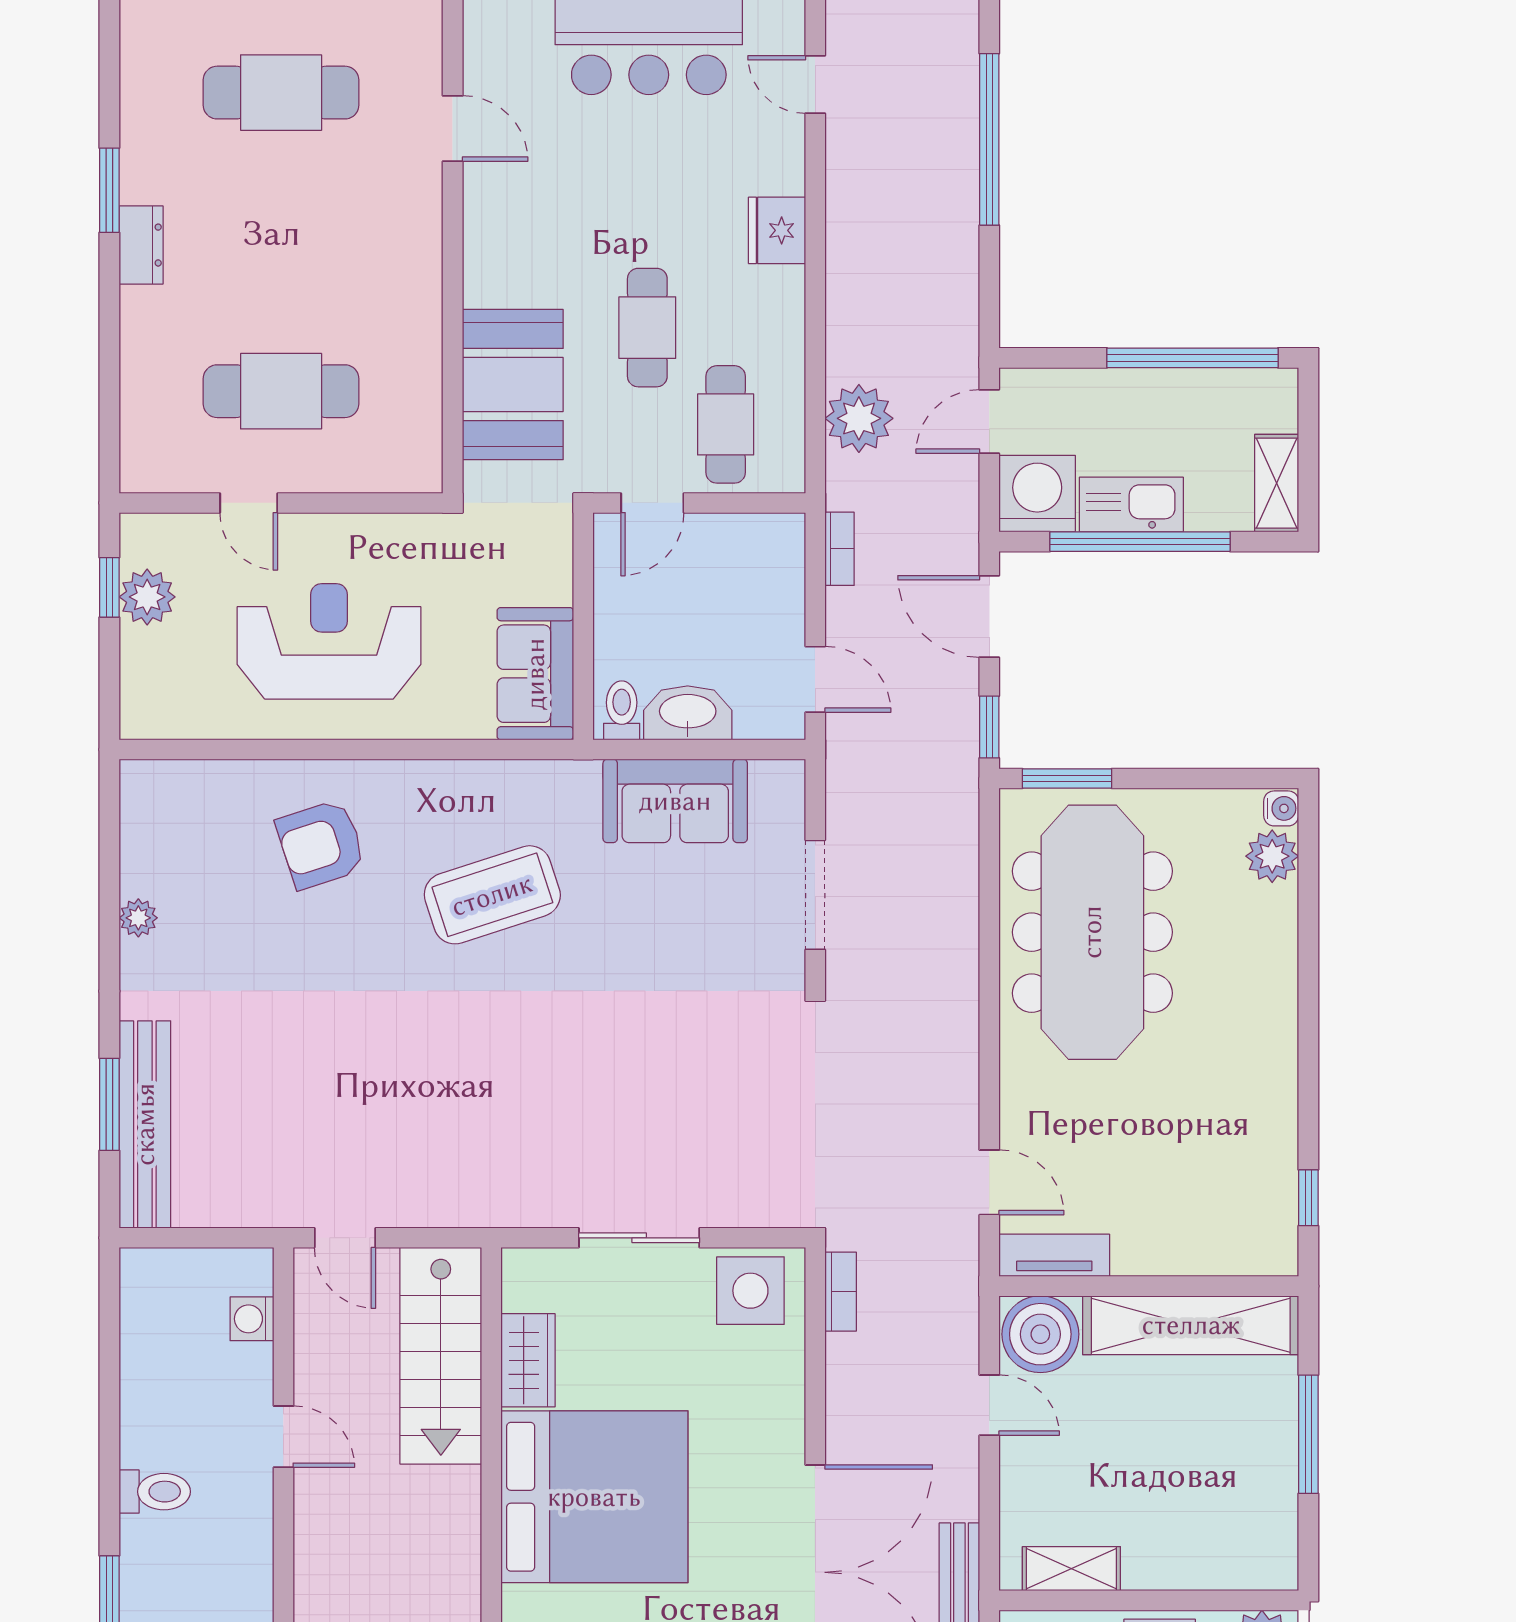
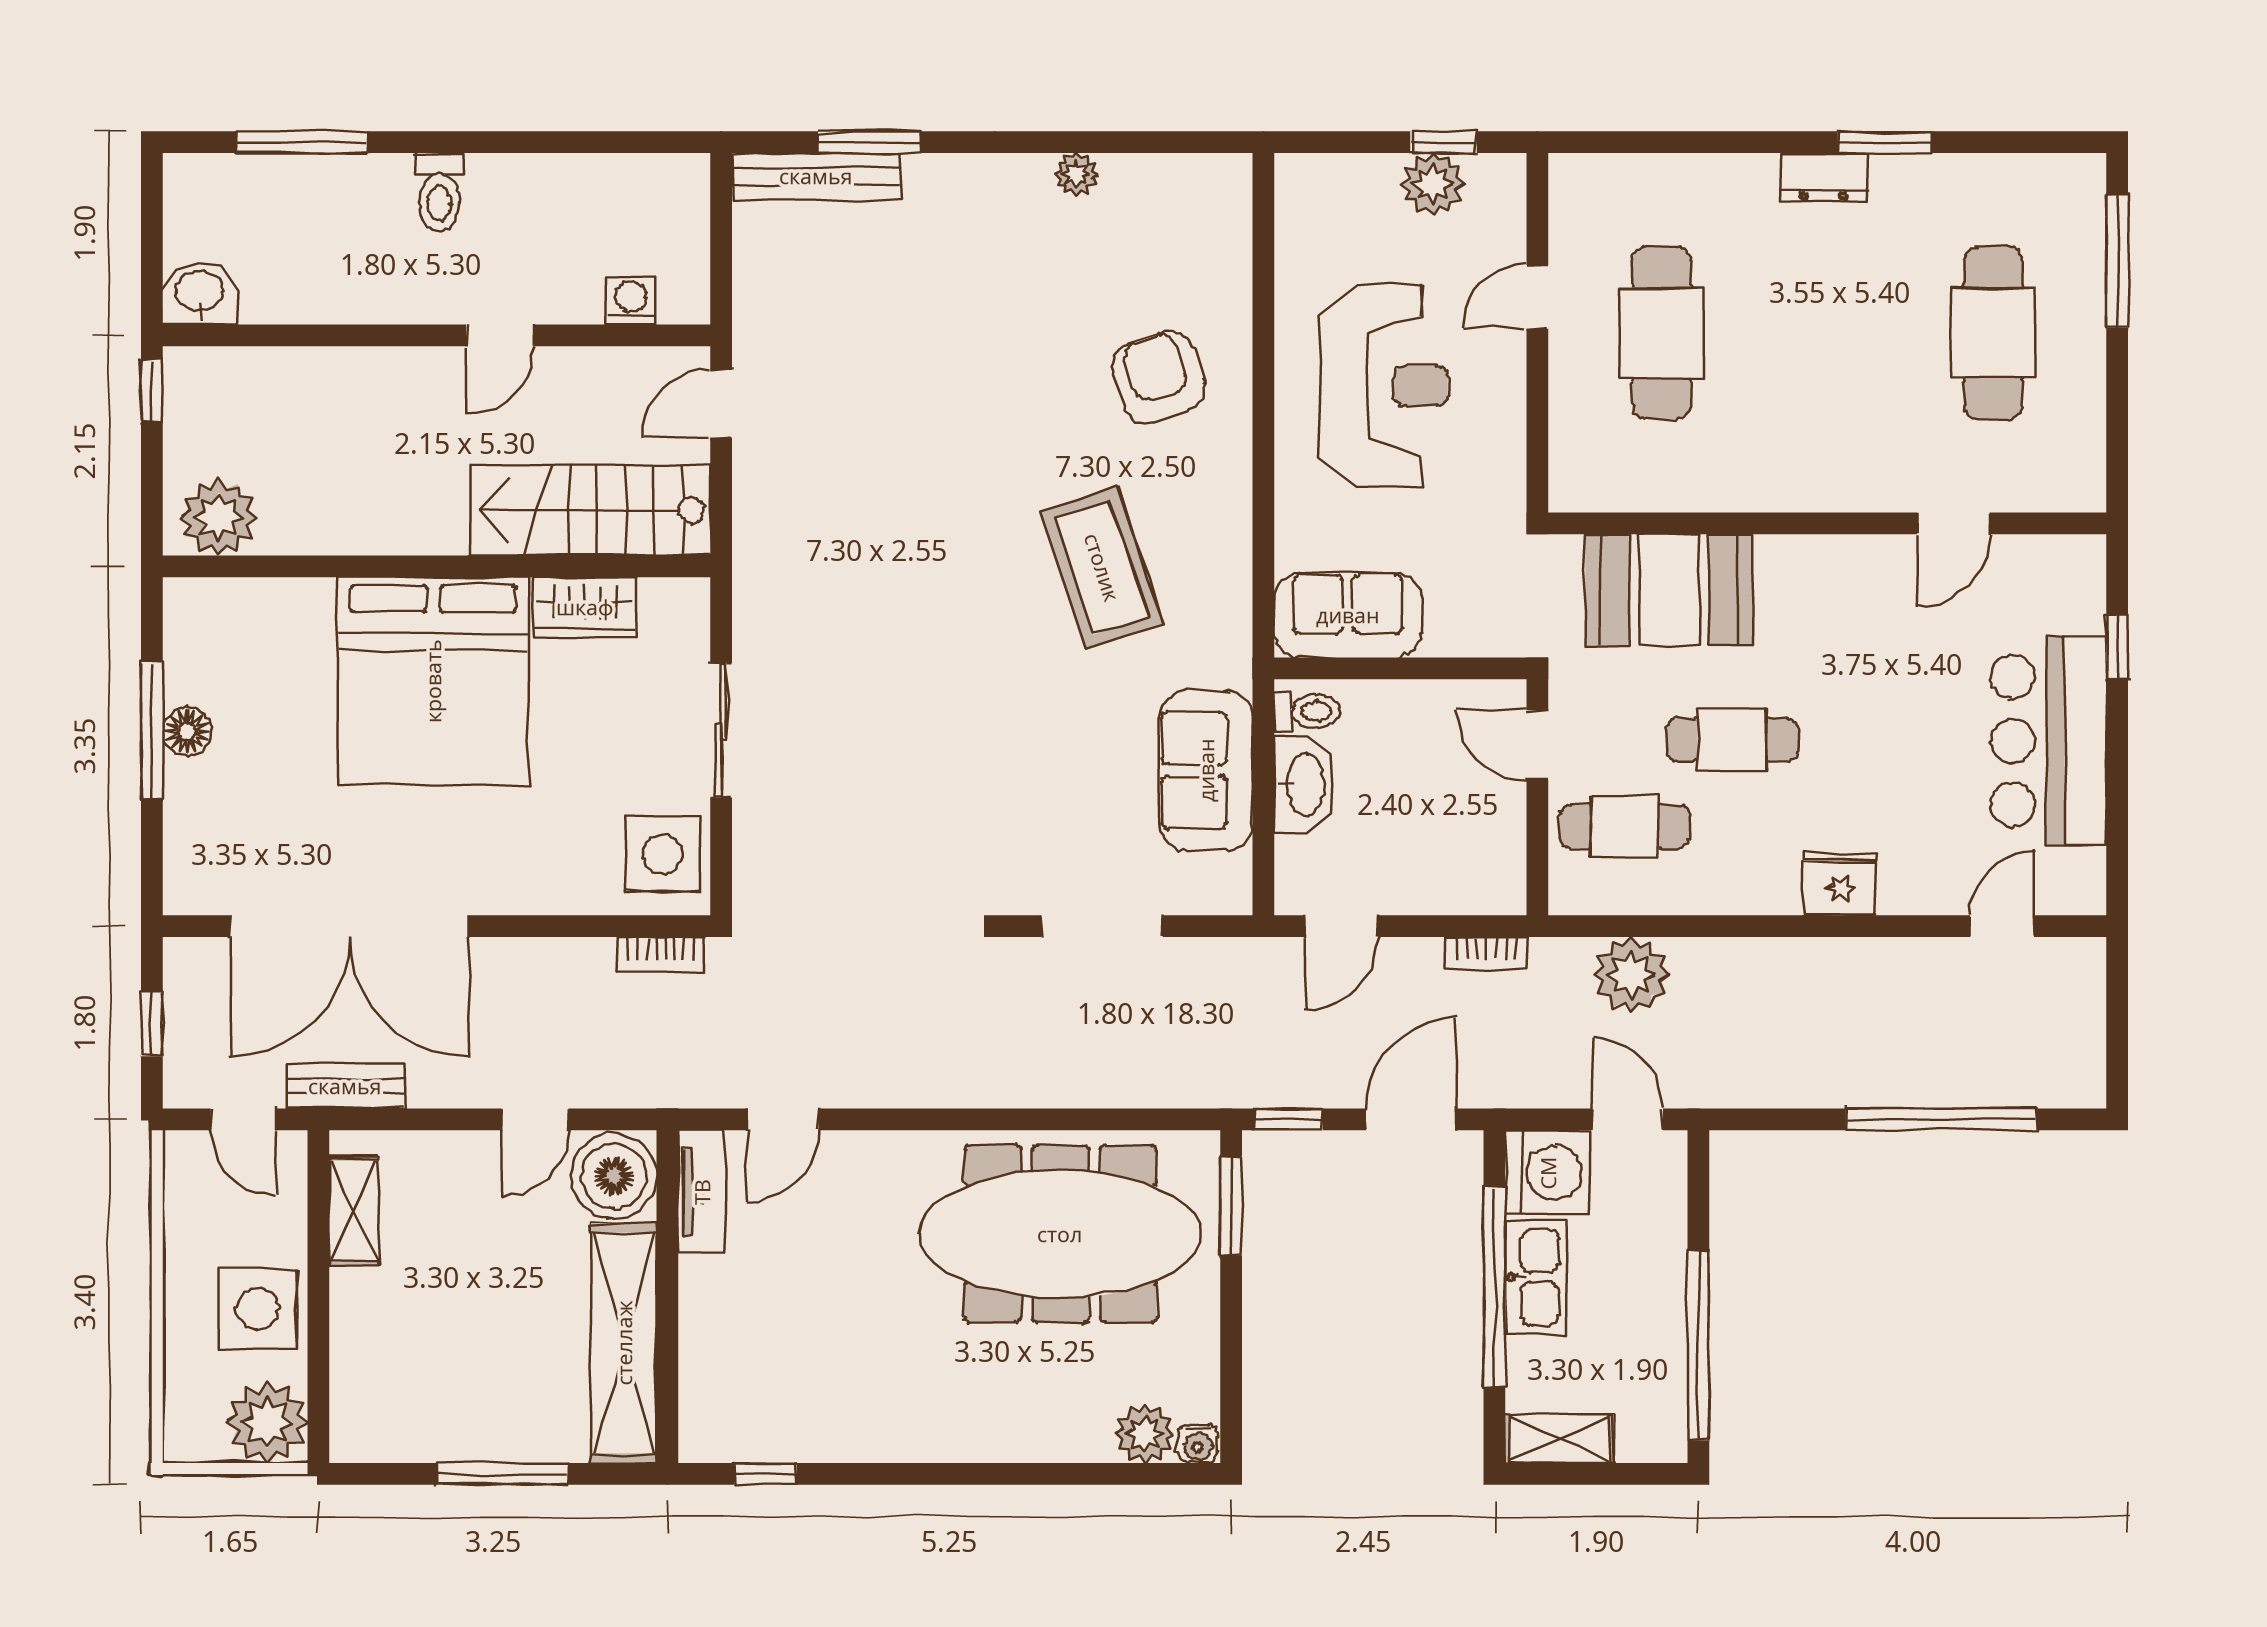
bench: (145, 1124) -> (816, 176), width x0.73, depth x0.82

